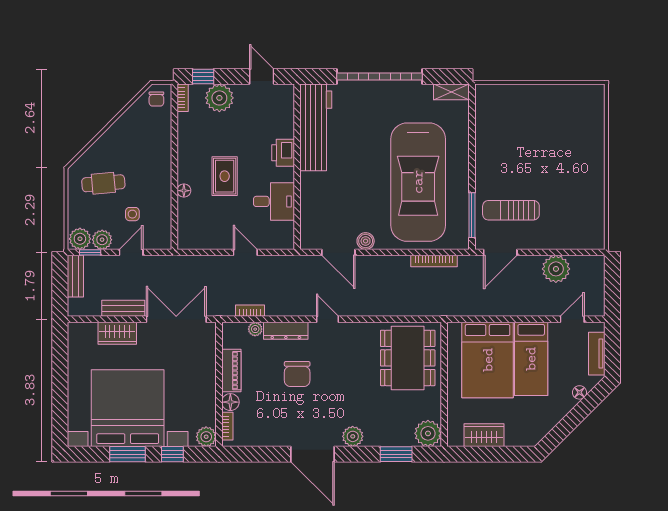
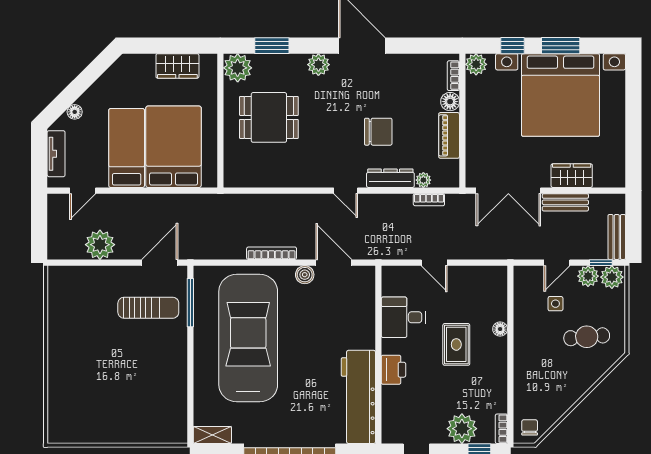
bookcase: (434, 261) -> (272, 253), moved
dining table: (408, 358) -> (269, 117), moved, width x0.73
chair: (297, 374) -> (378, 132), turned 90

